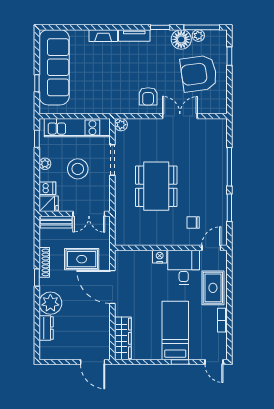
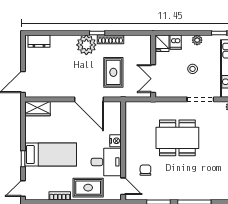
stool: (78, 169) -> (193, 69), width x0.53, depth x0.53
bench: (56, 222) -> (146, 50), removed
door: (112, 287) -> (89, 99), swing flipped
plant: (50, 303) -> (86, 45), moved
dresser: (46, 328) -> (39, 41), moved
wardrobe: (123, 338) -> (38, 109), width x0.67

